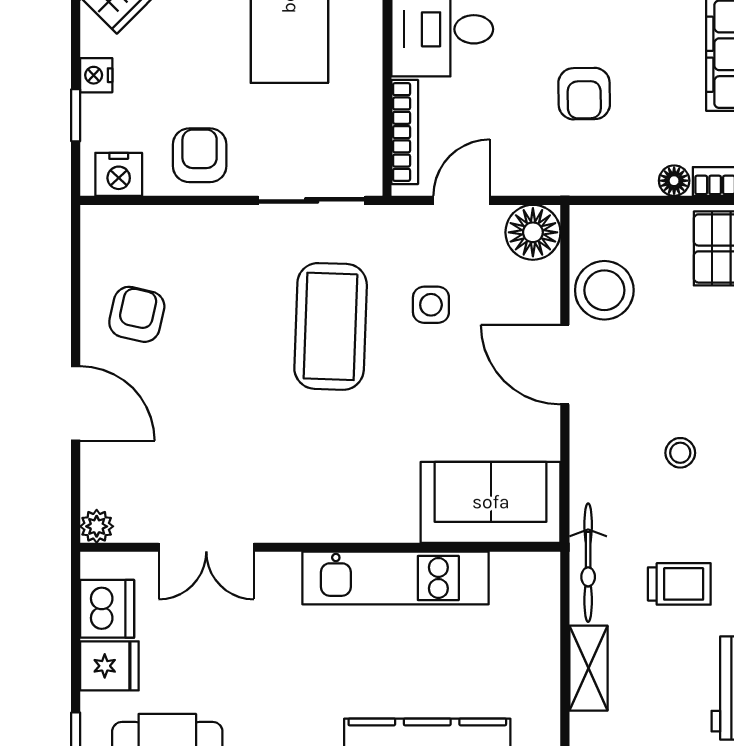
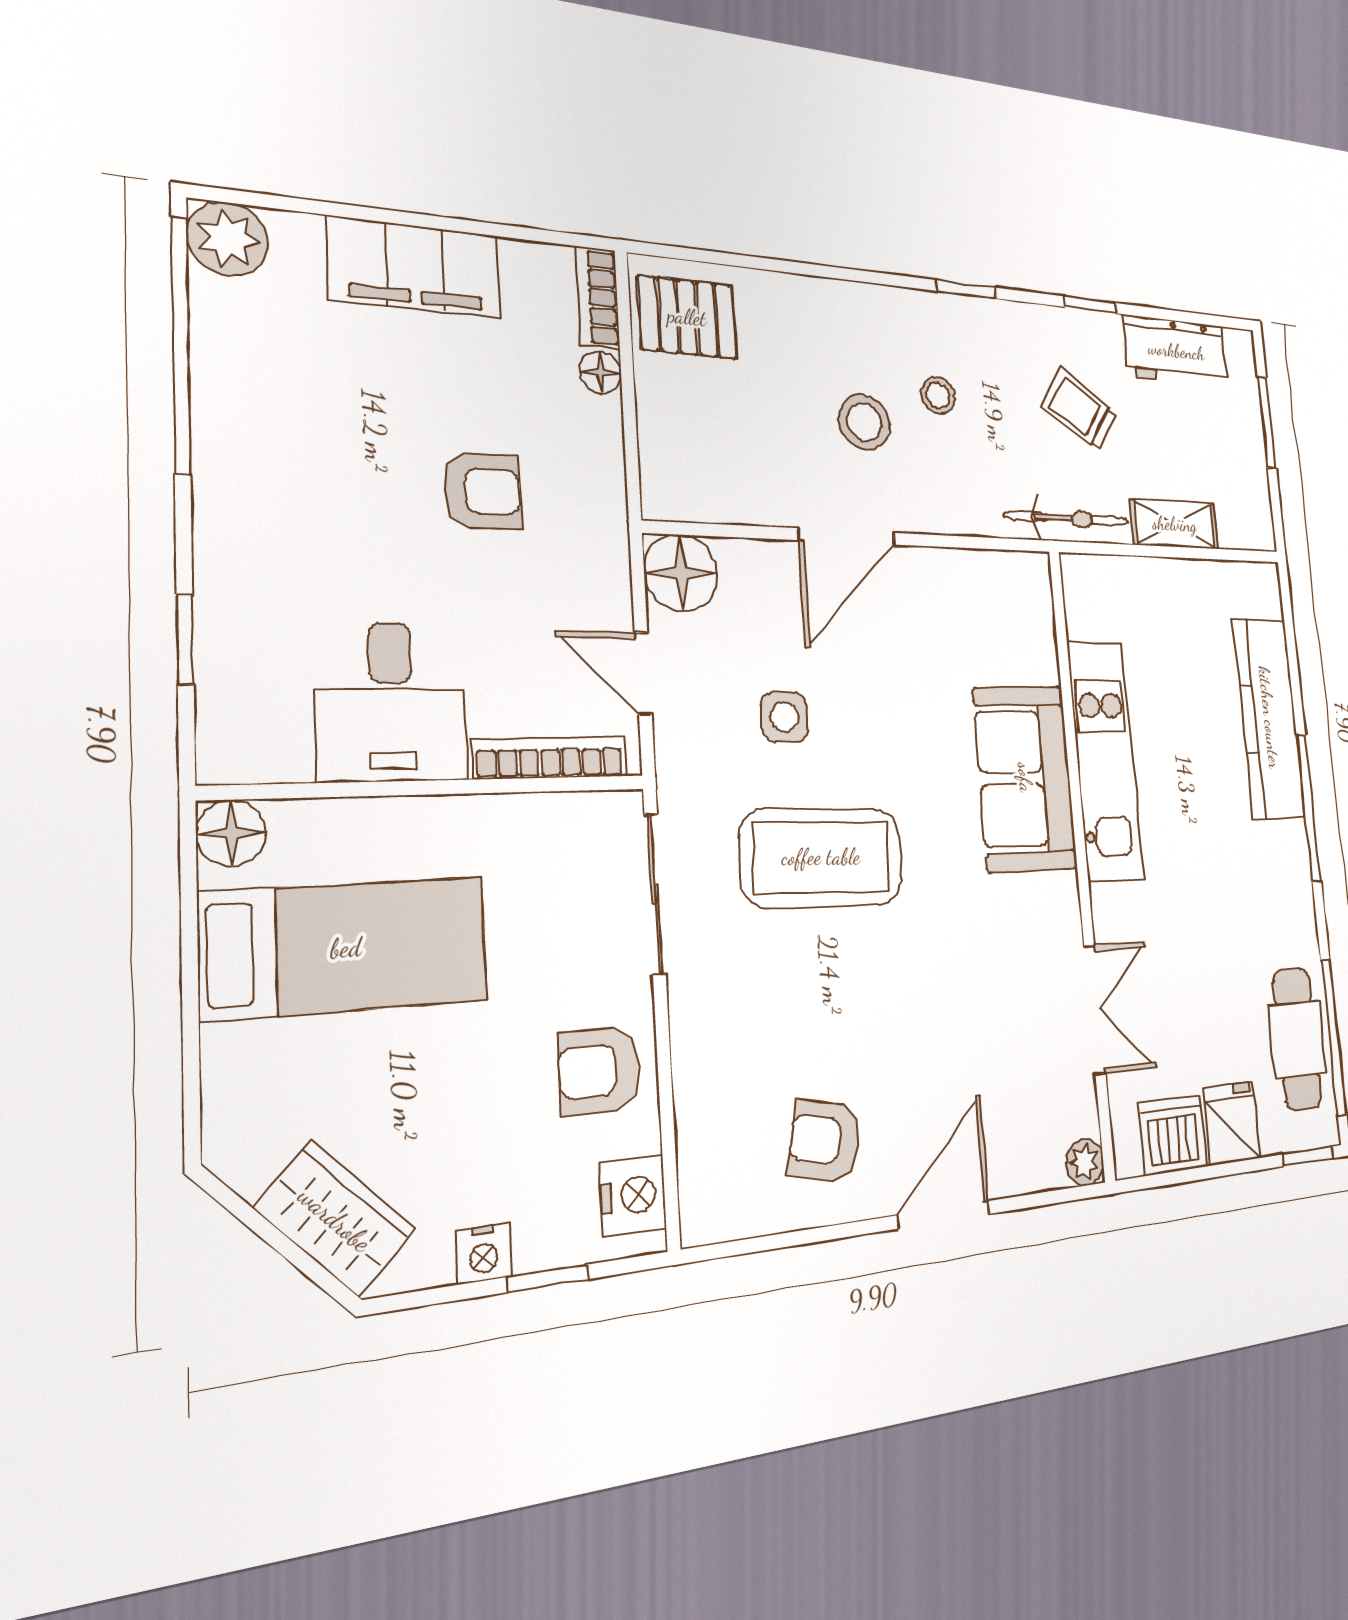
stool: (604, 290) -> (864, 422), moved, width x0.73, depth x0.73
sofa: (491, 502) -> (1025, 778), moved
trolley: (679, 584) -> (1079, 409), turned -56

